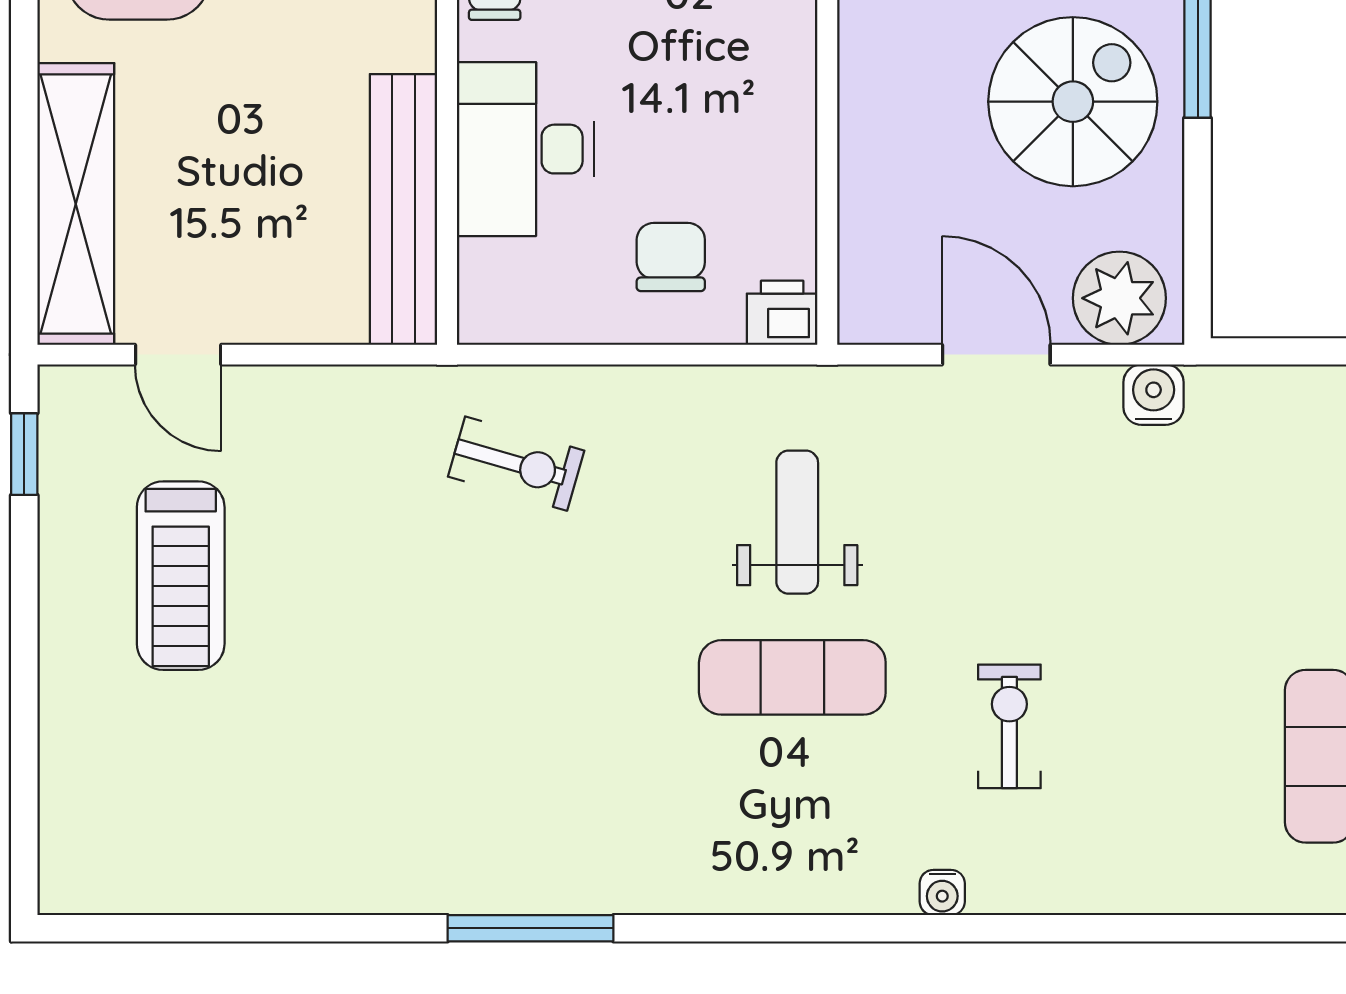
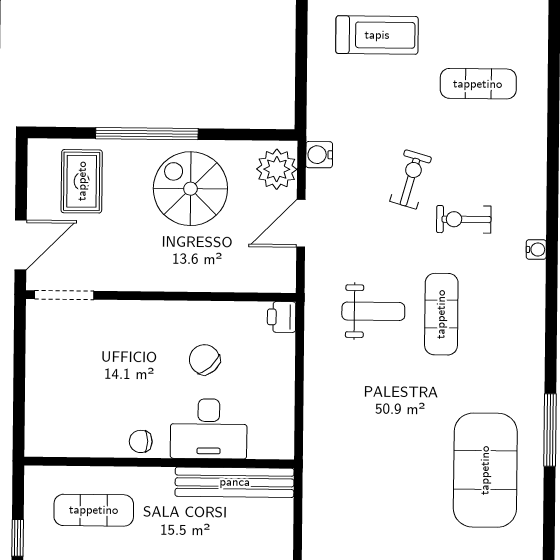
chair: (671, 257) -> (204, 360), moved, turned 48
exercise bike: (516, 464) -> (411, 179), moved
weight bench: (797, 522) -> (373, 311), turned 180
exercise mat: (437, 782) -> (485, 470), added

